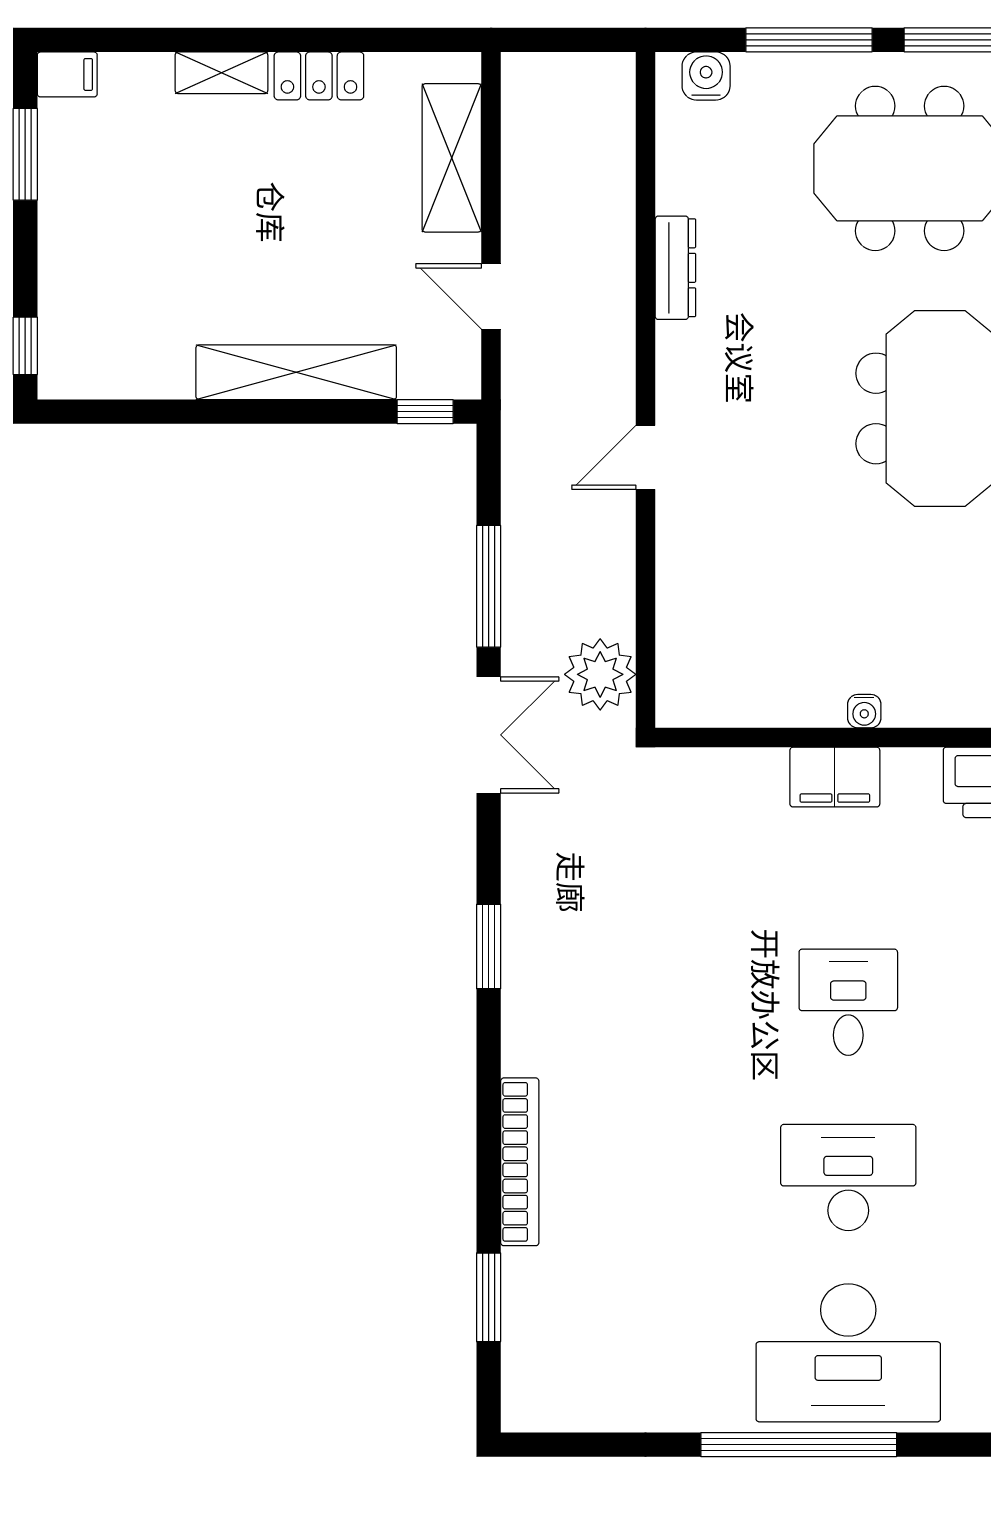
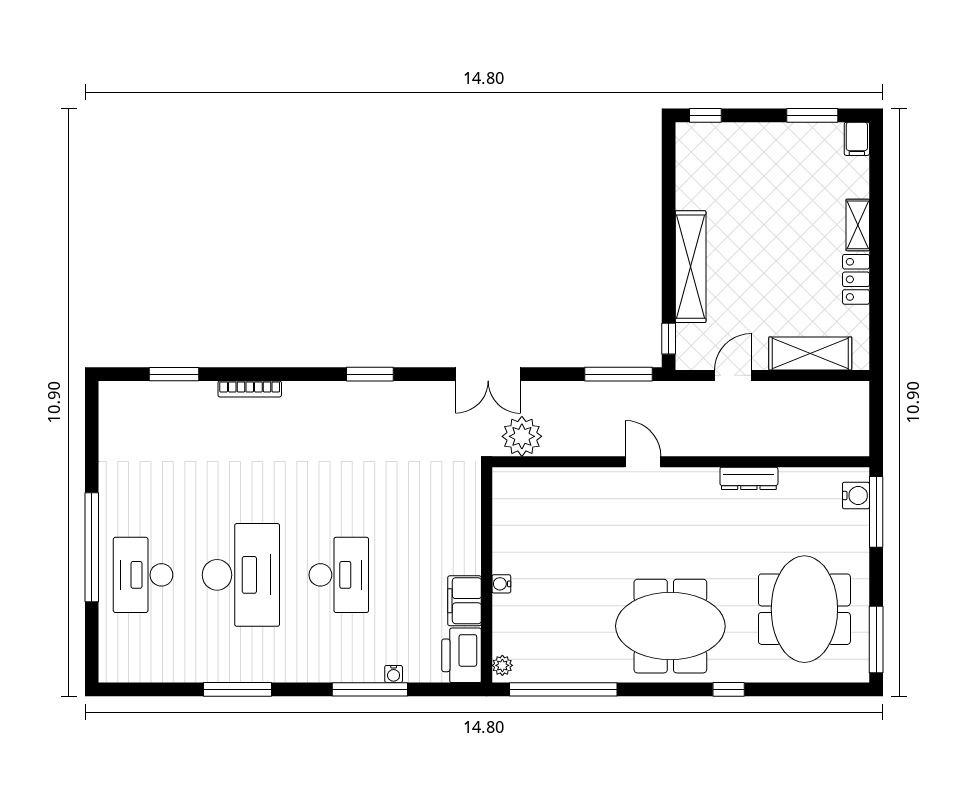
window: (809, 40) -> (876, 512), moved
window: (489, 586) -> (619, 374), moved
filing cabinet: (835, 777) -> (465, 601), moved
desk: (848, 1002) -> (339, 575), width x1.37
bookcase: (520, 1162) -> (250, 389), width x0.68, depth x0.76
desk: (848, 1178) -> (241, 575), width x1.36, depth x1.30
desk: (848, 1353) -> (143, 575), width x0.73, depth x0.77

